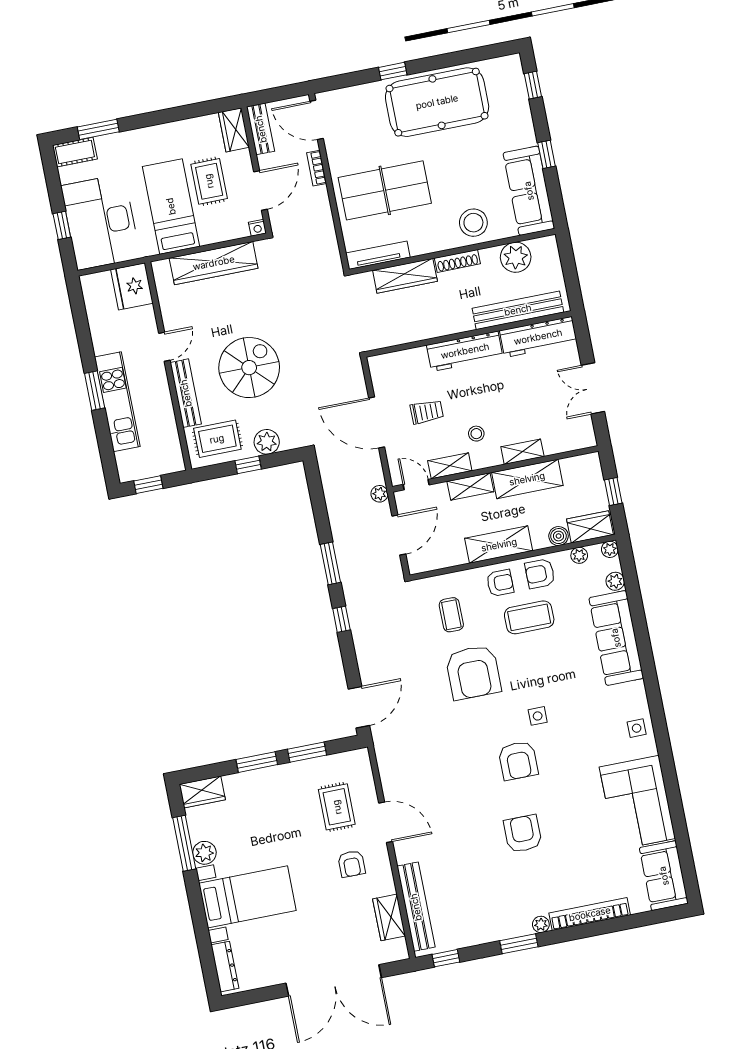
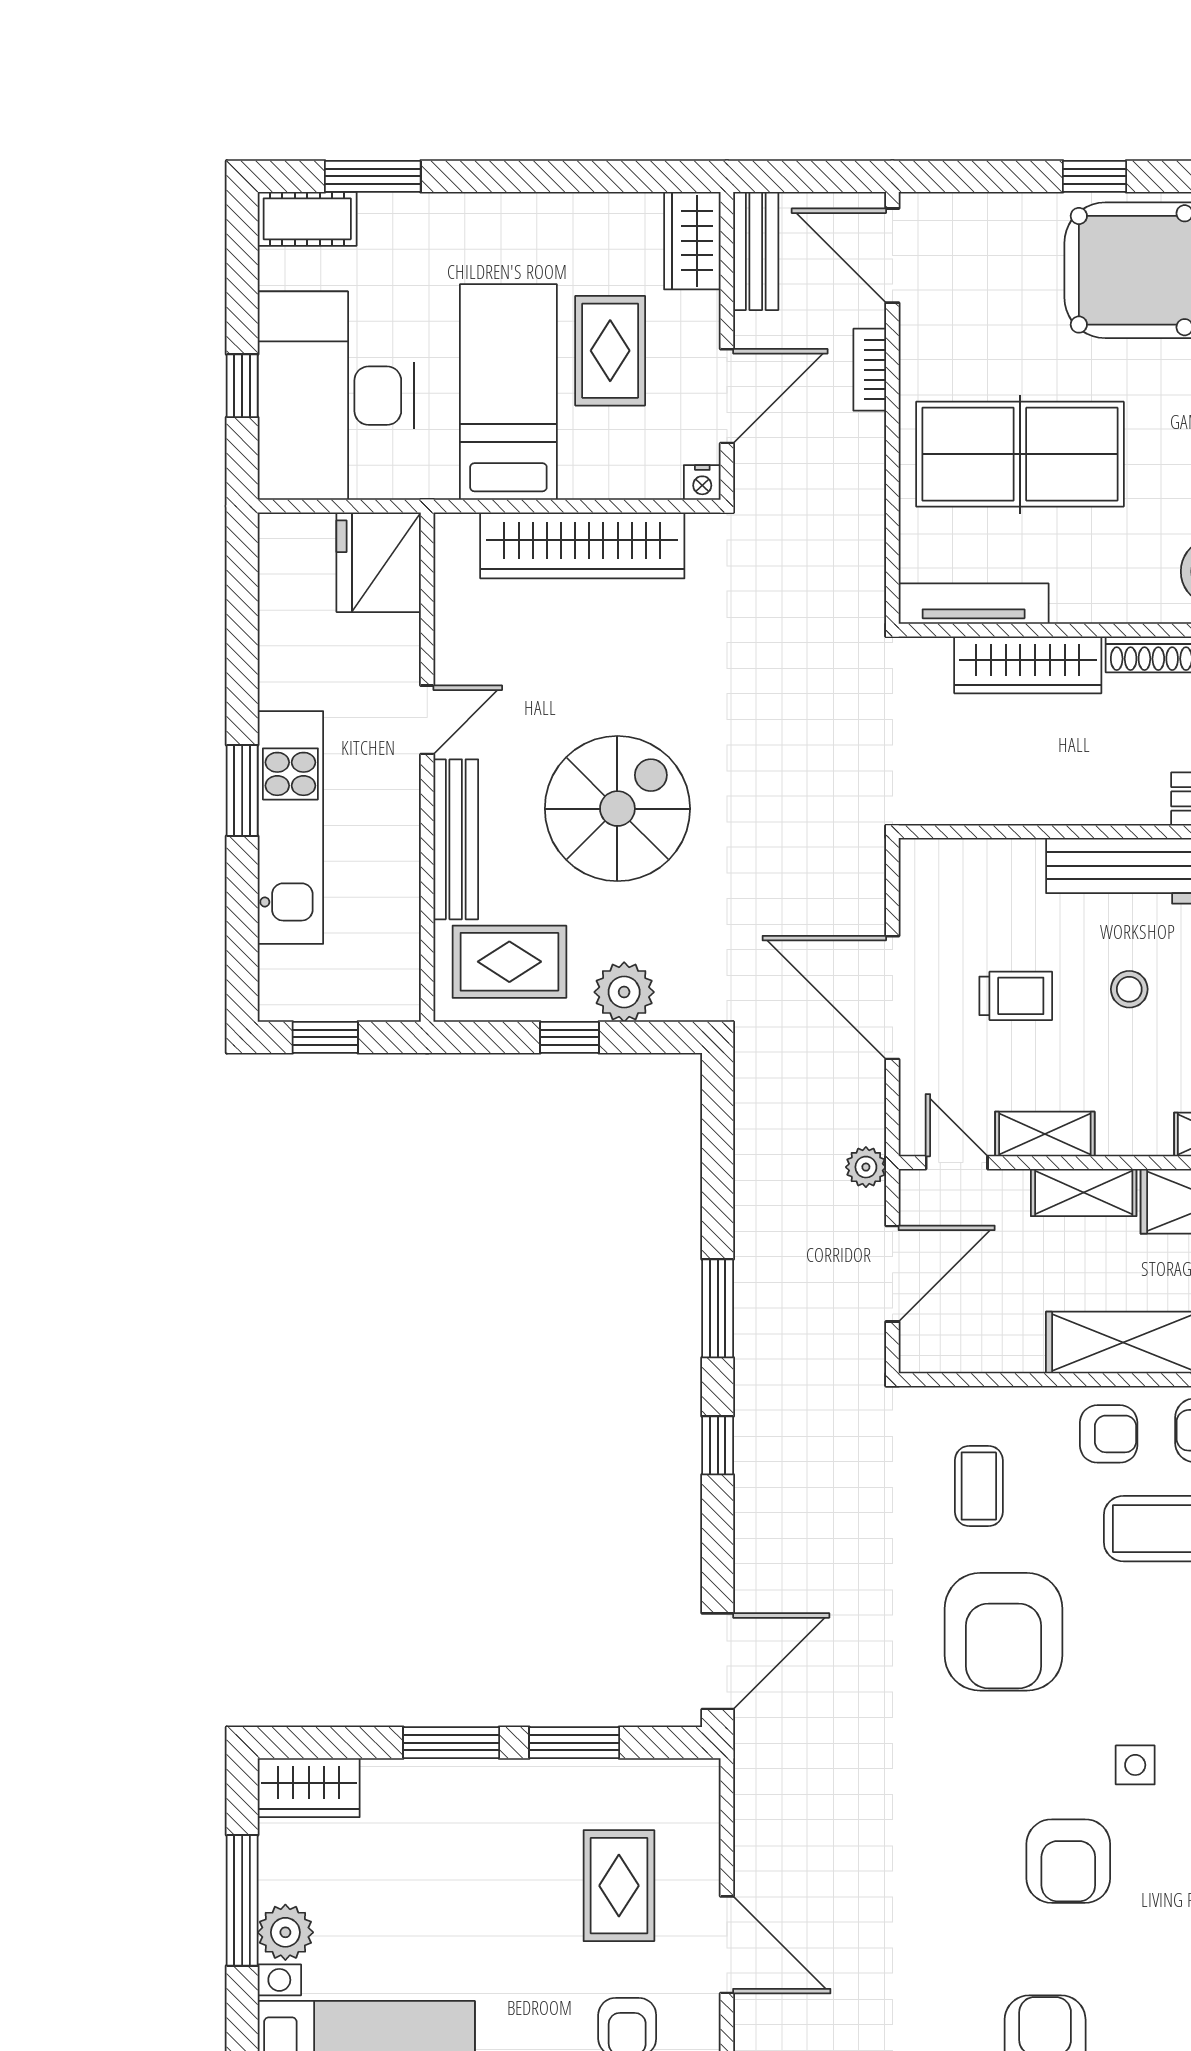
stool: (476, 434) -> (1129, 989), moved

